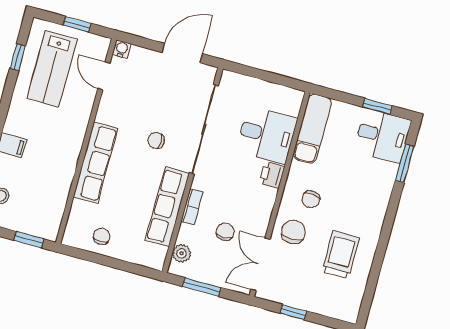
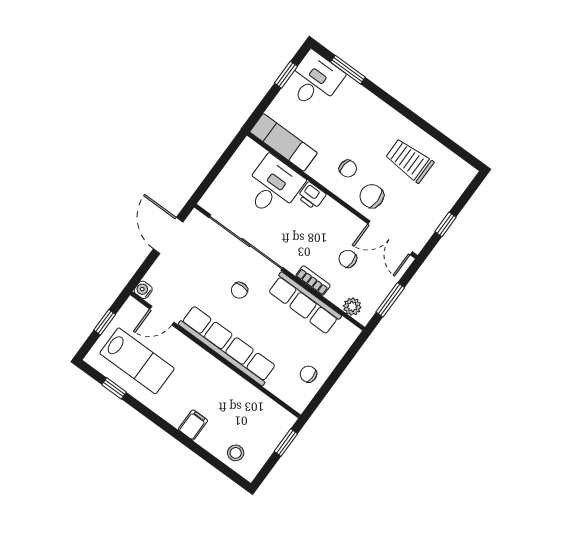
row of seats: (96, 163) -> (227, 345), width x1.36

